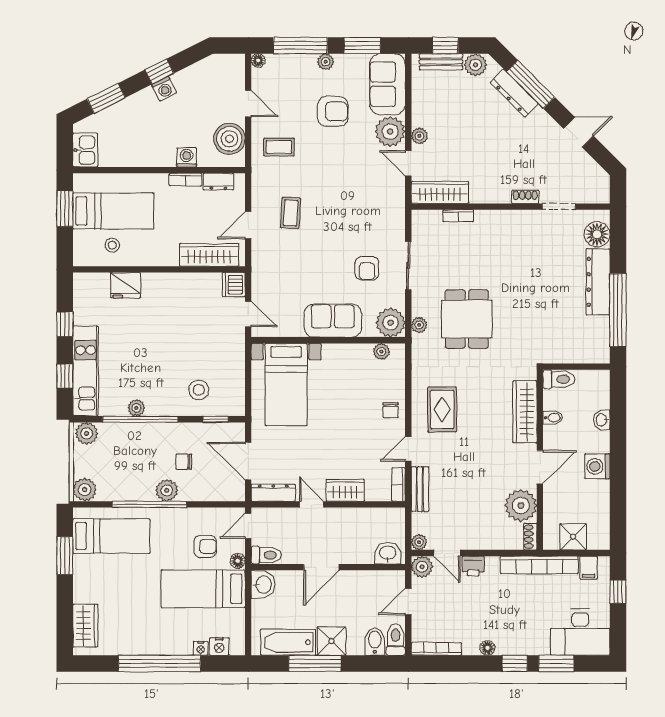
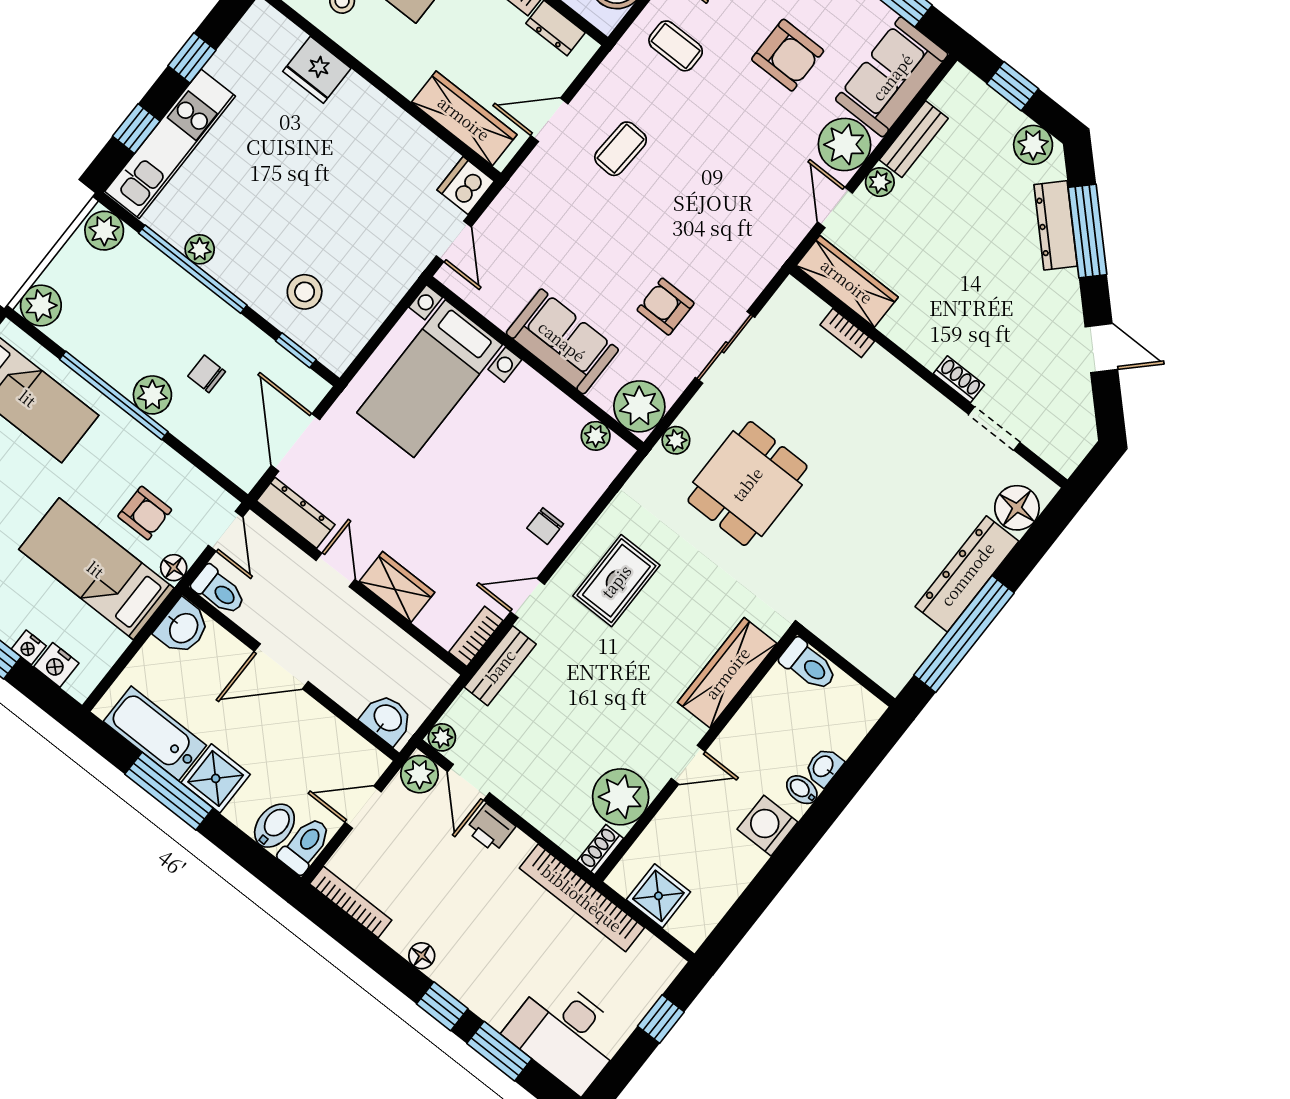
bench: (441, 62) -> (914, 139), moved, turned 90
armchair: (367, 268) -> (666, 307), turned 90
bidet: (553, 418) -> (802, 790), moved, turned 180
door: (540, 467) -> (688, 765), width x0.73
door: (248, 526) -> (226, 531), swing flipped
filing cabinet: (588, 568) -> (646, 955), removed

